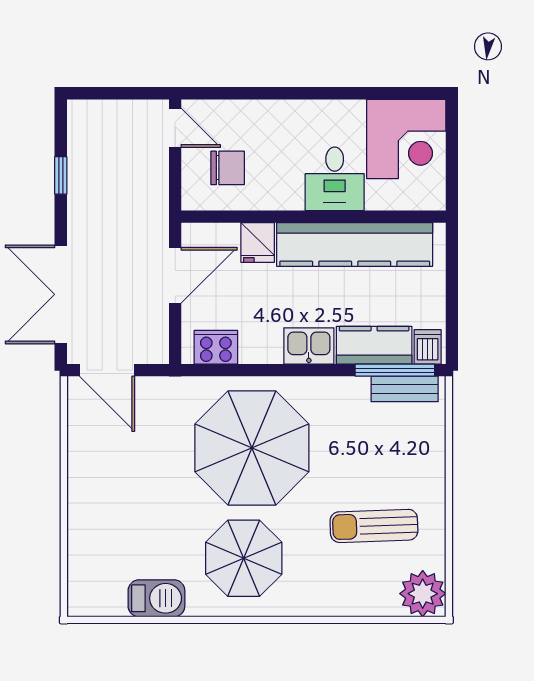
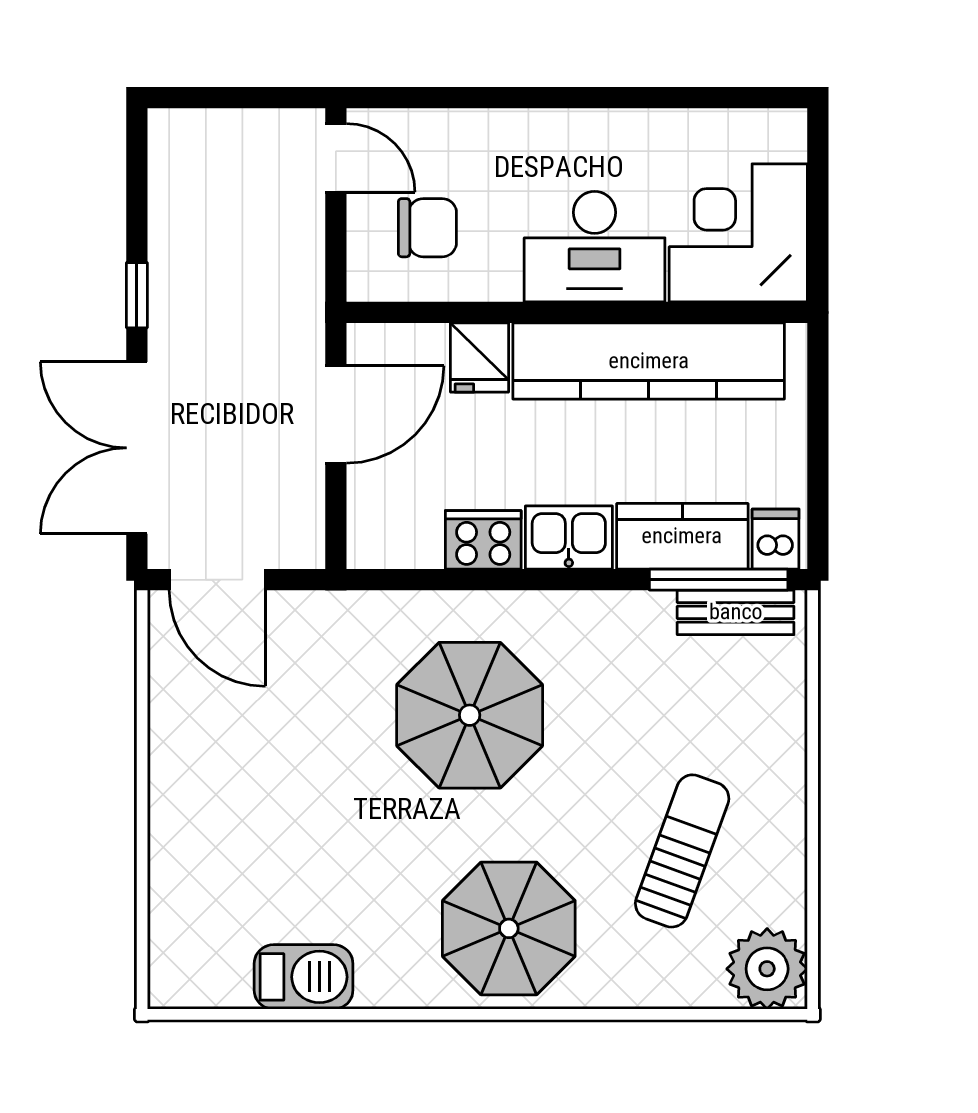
corner desk: (406, 139) -> (738, 233), moved, turned 180
window: (61, 175) -> (137, 295), moved
desk: (335, 179) -> (595, 247), width x1.37
cooker: (216, 347) -> (483, 540), moved
parasol: (252, 448) -> (470, 715), width x0.73, depth x0.73
sun lounger: (374, 526) -> (682, 851), turned 112
parasol: (244, 558) -> (509, 928), moved

